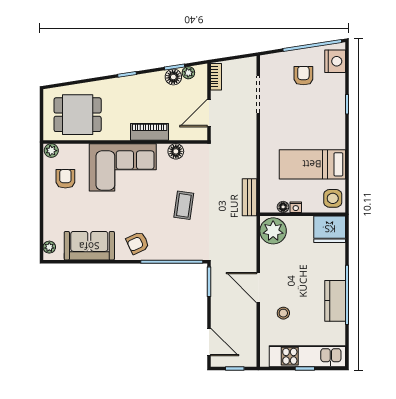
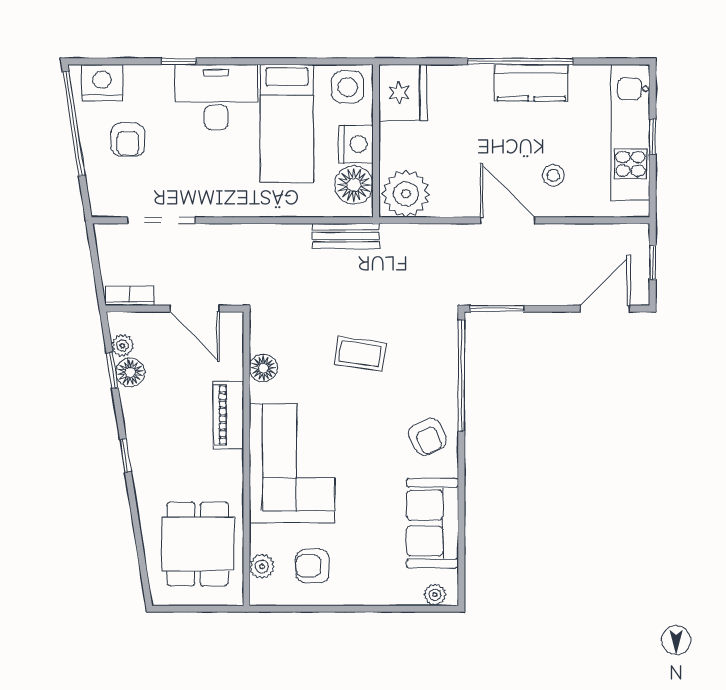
armchair: (303, 76) -> (128, 139), turned -90
desk: (327, 125) -> (216, 97), added
plant: (51, 151) -> (262, 566), moved
floor lamp: (283, 207) -> (354, 185), width x1.89, depth x1.89
nightstand: (296, 207) -> (356, 144), width x1.89, depth x1.79
door: (258, 288) -> (508, 220), swing flipped

